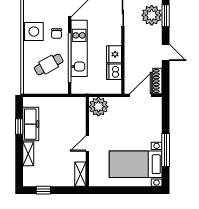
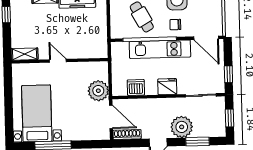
plant: (152, 15) -> (182, 127), moved
fridge: (114, 54) -> (167, 87), moved
plant: (98, 107) -> (98, 91), moved

